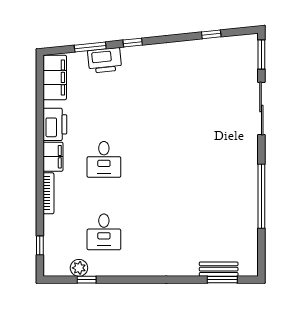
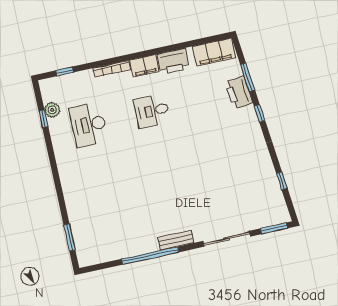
desk: (104, 232) -> (89, 125), width x1.37
bench: (219, 269) -> (176, 240), moved, turned 90

